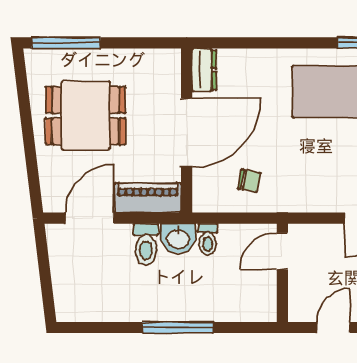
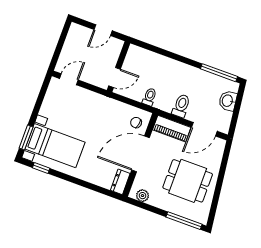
plant: (156, 60) -> (143, 196), added
chair: (249, 181) -> (136, 123), moved
washbasin: (178, 238) -> (228, 101), moved, turned -97
window: (178, 328) -> (219, 73), moved

